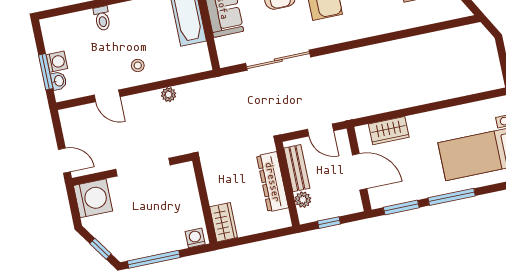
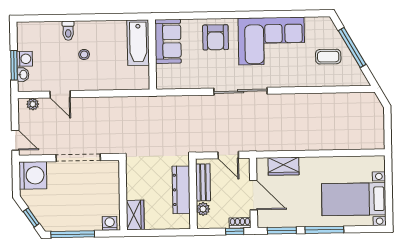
sliding door: (278, 60) -> (241, 91), moved
stool: (138, 65) -> (84, 54), moved
plant: (169, 95) -> (33, 104), moved
shoe rack: (350, 208) -> (240, 223), added
window: (329, 223) -> (235, 231), moved

